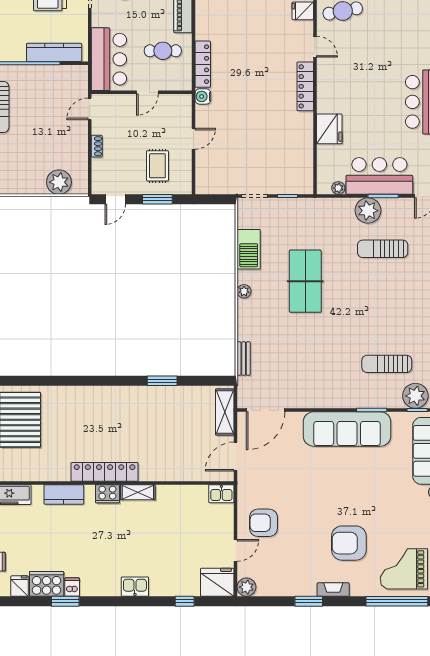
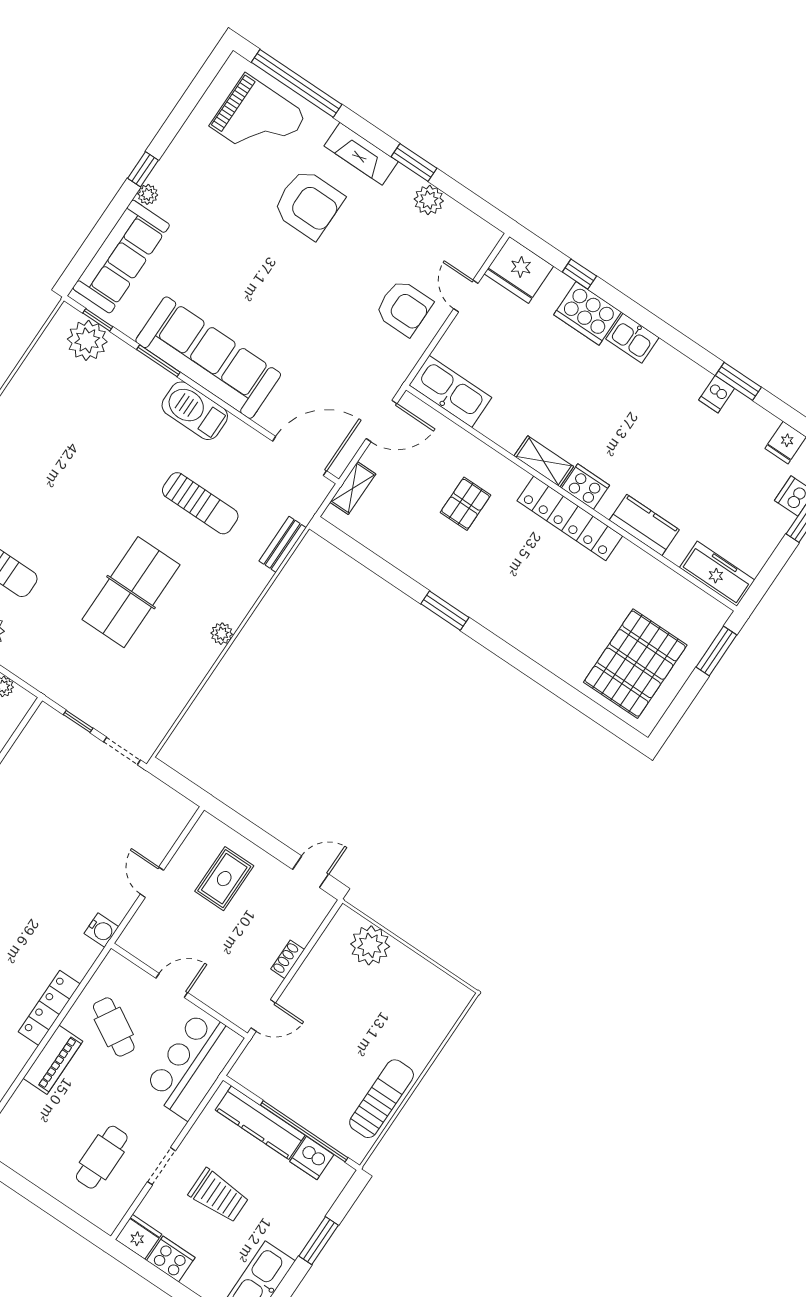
cafe table: (163, 51) -> (114, 1027), turned 30
dishwasher: (15, 52) -> (312, 1158), added
locker: (203, 64) -> (49, 1008), moved
door: (193, 139) -> (152, 882), hinge flipped
window: (157, 199) -> (254, 834), removed
barbecue: (249, 249) -> (195, 411), moved, turned -90
sun lounger: (387, 364) -> (200, 503), moved
window: (162, 381) -> (445, 611), moved
shelving: (225, 412) -> (353, 488), width x0.67, depth x0.75
pallet: (163, 443) -> (465, 504), added
kitchen sink: (221, 494) -> (450, 391), width x1.88, depth x1.24
door: (236, 550) -> (466, 296), hinge flipped
cooker: (47, 584) -> (588, 313), moved
plant: (246, 587) -> (429, 200), moved
fireplace: (333, 590) -> (361, 154), width x1.37, depth x1.32

